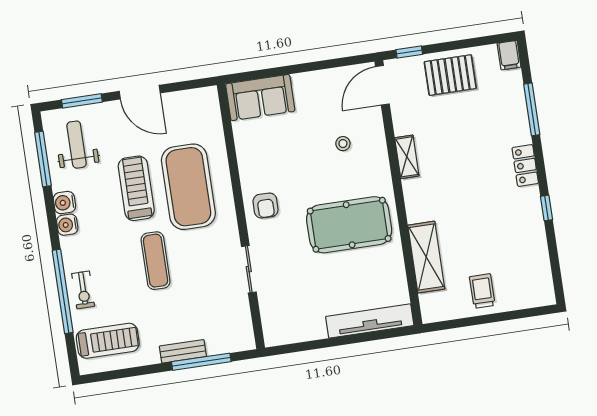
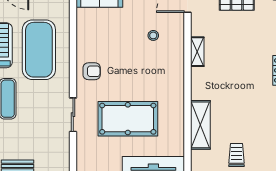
armchair: (266, 206) -> (92, 71), turned -90
pool table: (349, 225) -> (128, 119), moved

